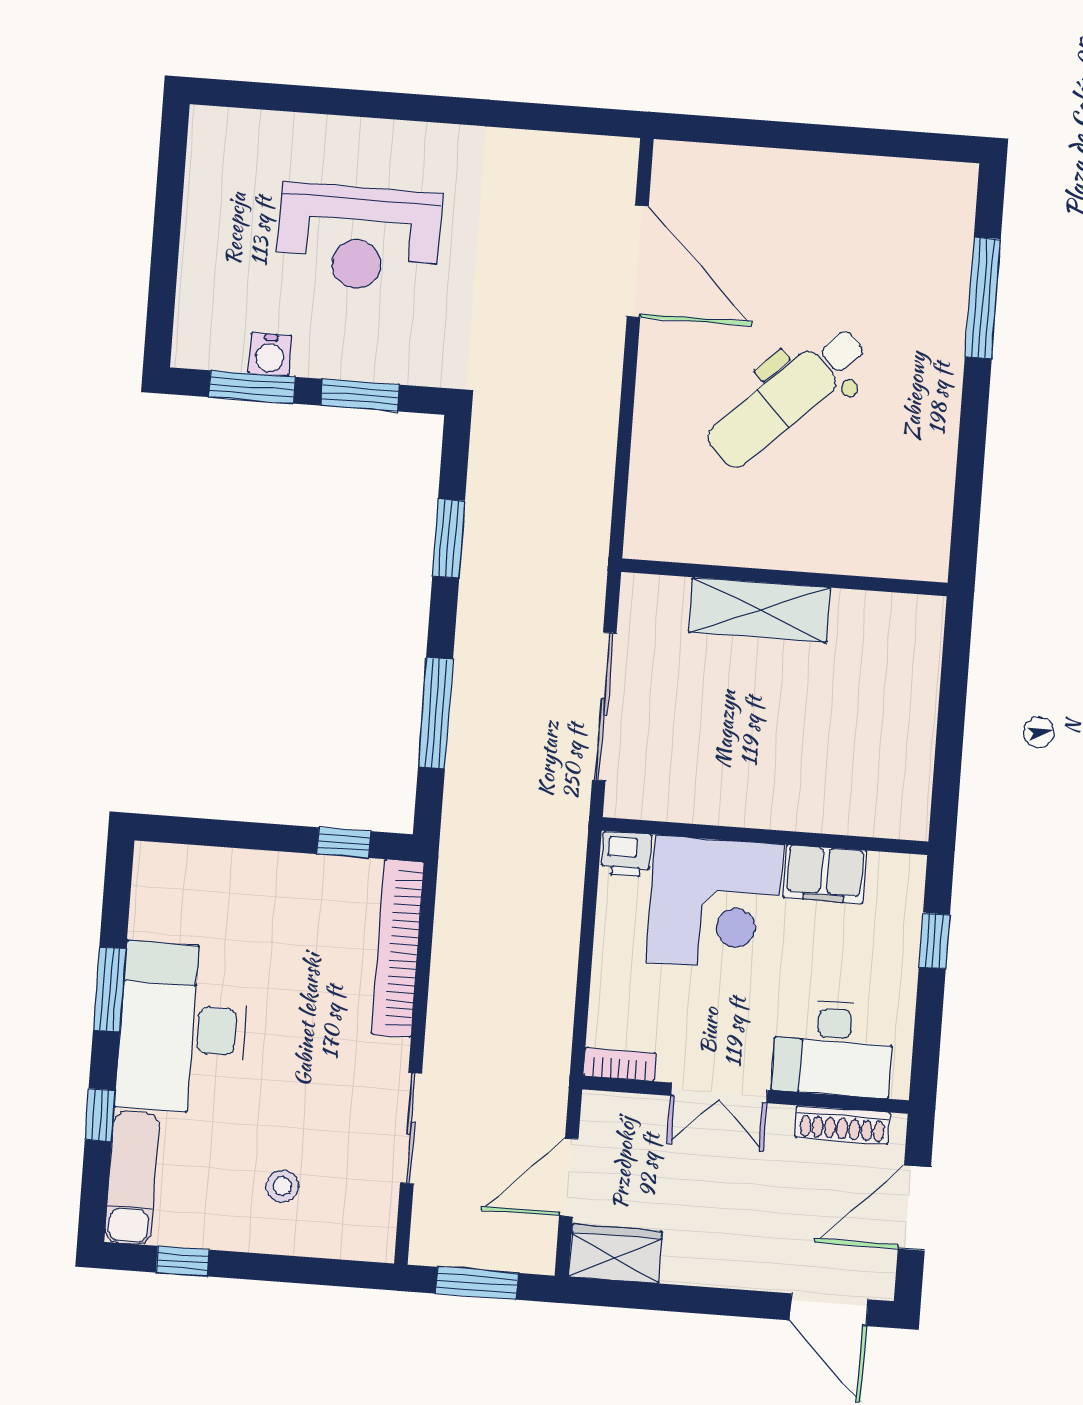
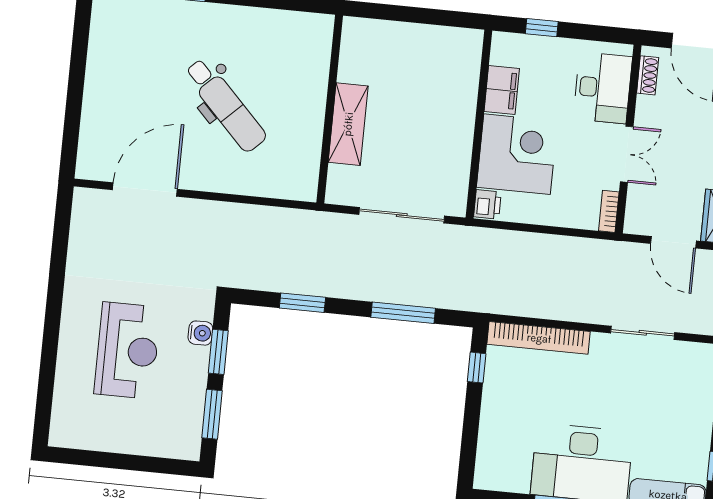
water cooler: (270, 354) -> (200, 333), moved
shoe rack: (842, 1125) -> (648, 75), width x0.70
stool: (282, 1186) -> (674, 408), removed

